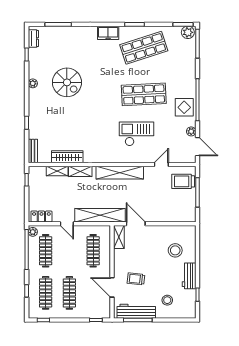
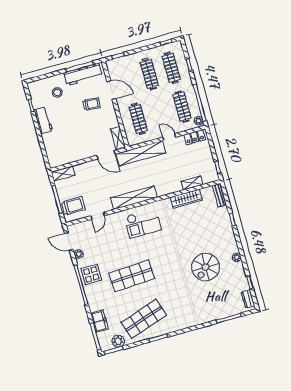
plant: (188, 32) -> (118, 341), moved
freezer: (108, 33) -> (100, 321), moved, turned 90
spiral stairs: (67, 82) -> (206, 267), turned -90
checkout: (136, 134) -> (143, 223), moved
shelving: (80, 171) -> (63, 174), moved
stool: (175, 250) -> (63, 140), removed

